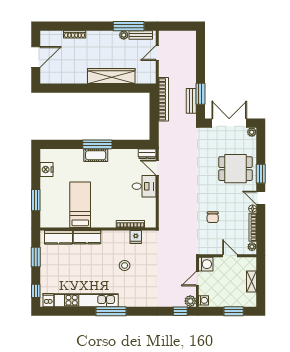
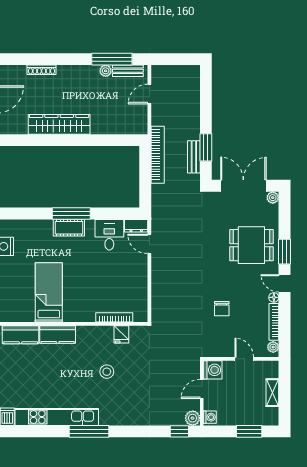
wardrobe: (111, 76) -> (59, 124), moved
desk: (144, 186) -> (109, 235), moved, turned -90

